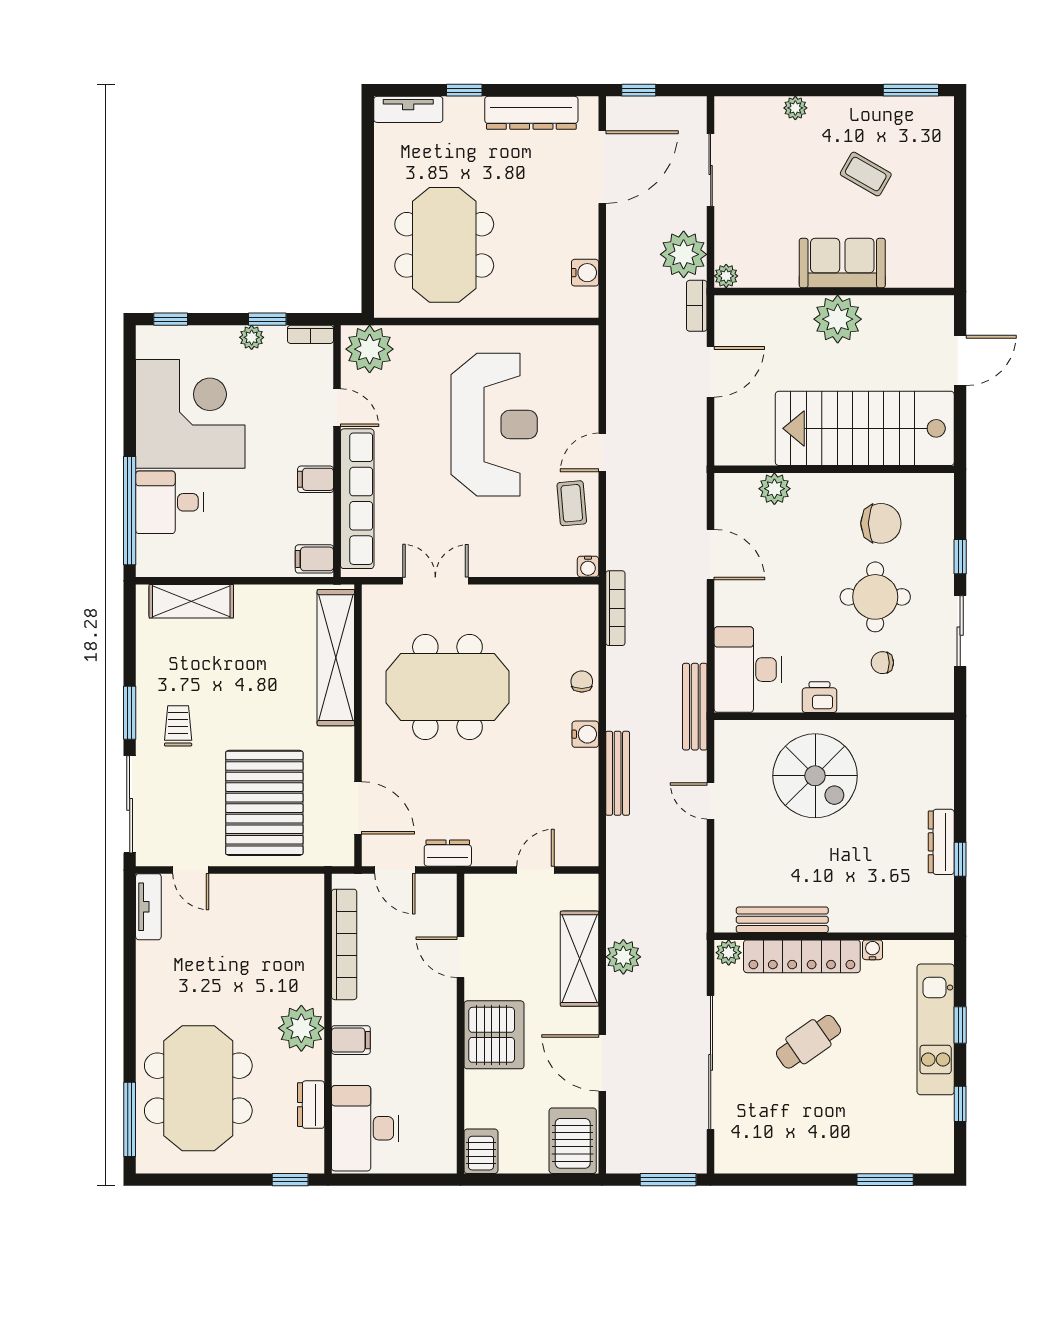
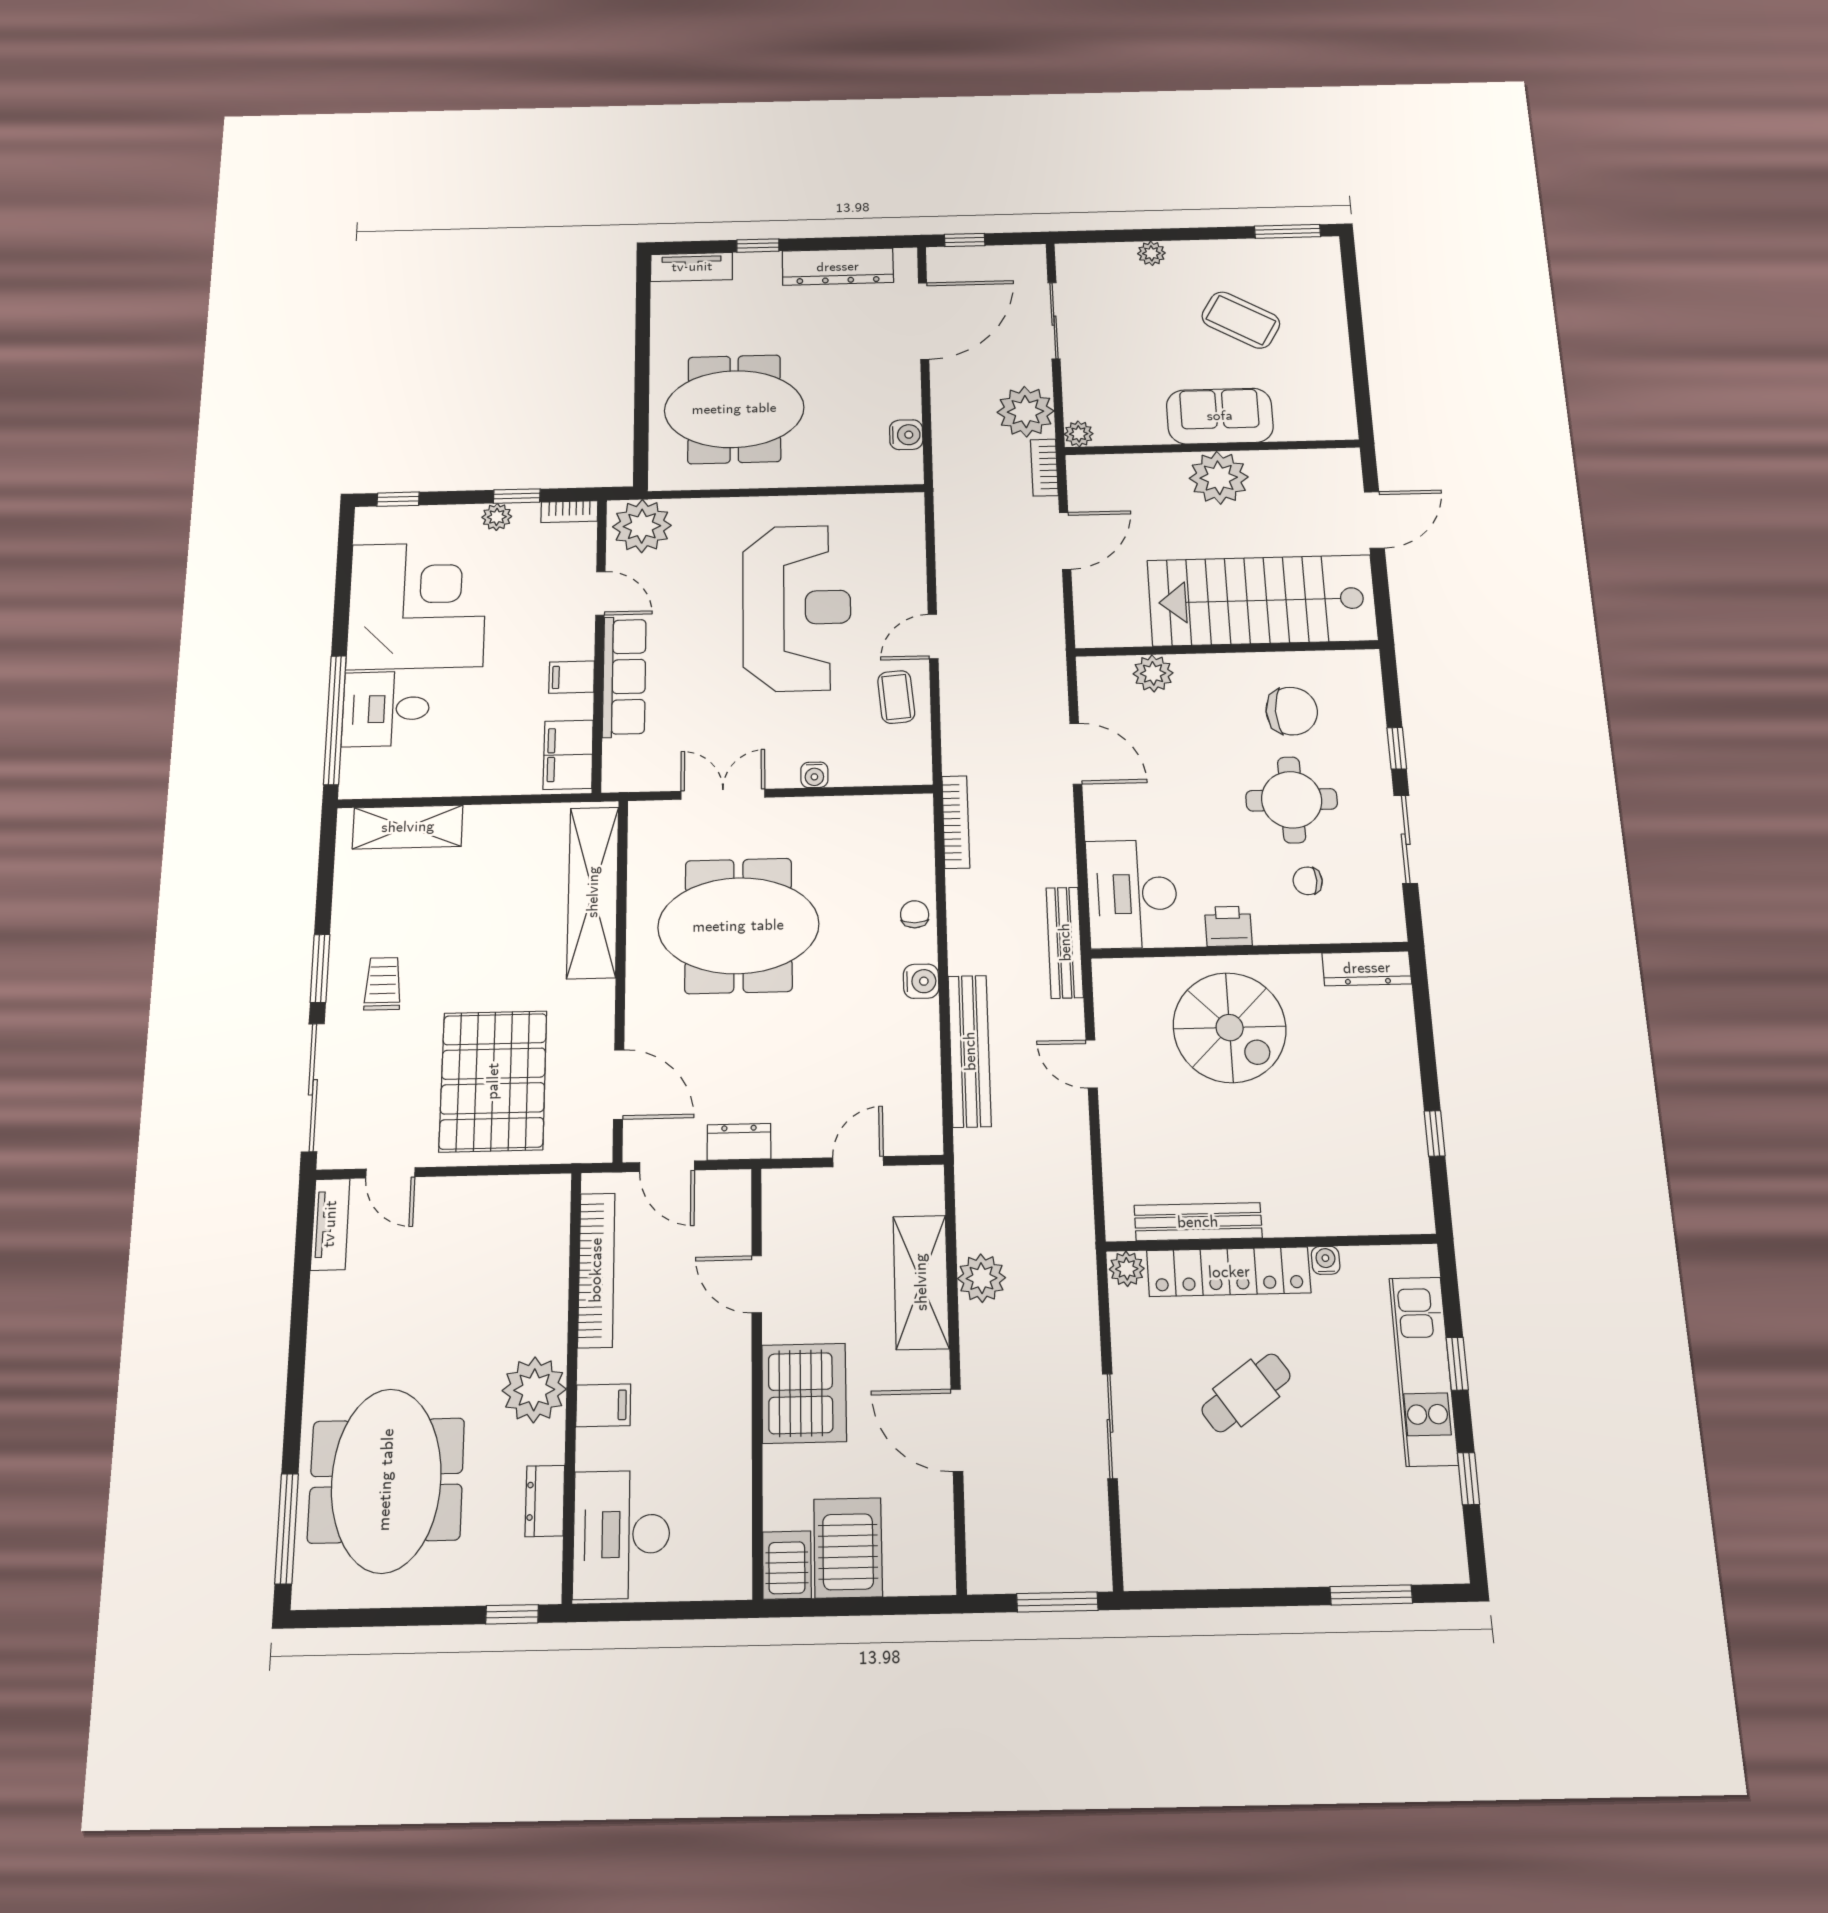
coffee table: (866, 174) -> (1241, 320), width x1.36, depth x1.30
meeting table: (444, 245) -> (734, 409), turned 90
row of seats: (357, 499) -> (624, 677), width x0.73
filing cabinet: (314, 559) -> (568, 755), width x2.00
water cooler: (588, 567) -> (814, 775), moved
bench: (618, 773) -> (970, 1051), width x1.37, depth x1.21
dresser: (941, 842) -> (1367, 968), moved, turned -90
sliding door: (711, 1062) -> (1110, 1426), width x0.54
server rack: (573, 1141) -> (848, 1548), moved

